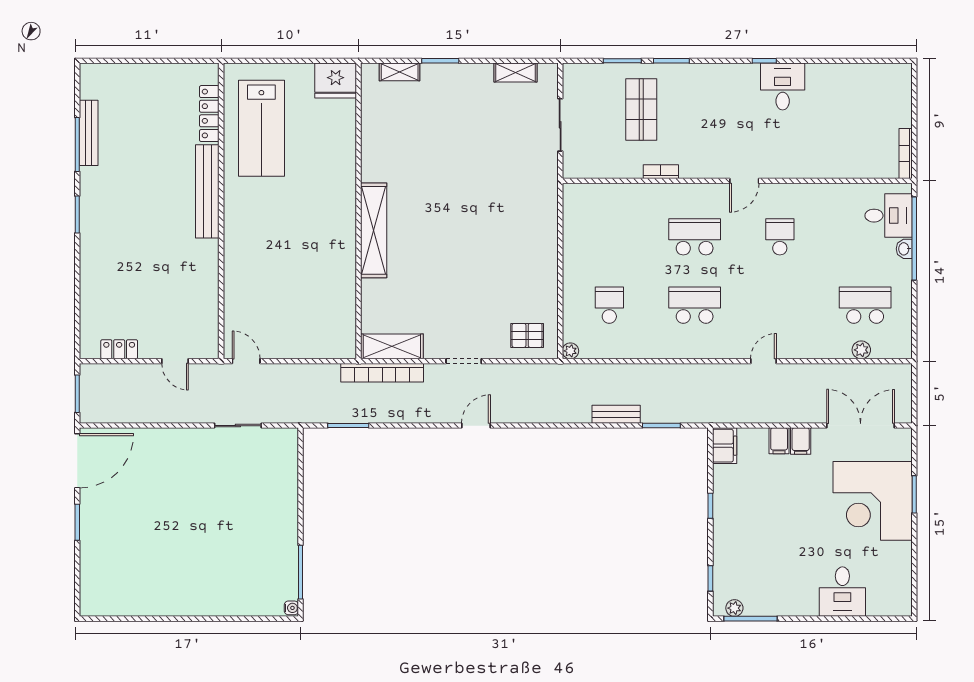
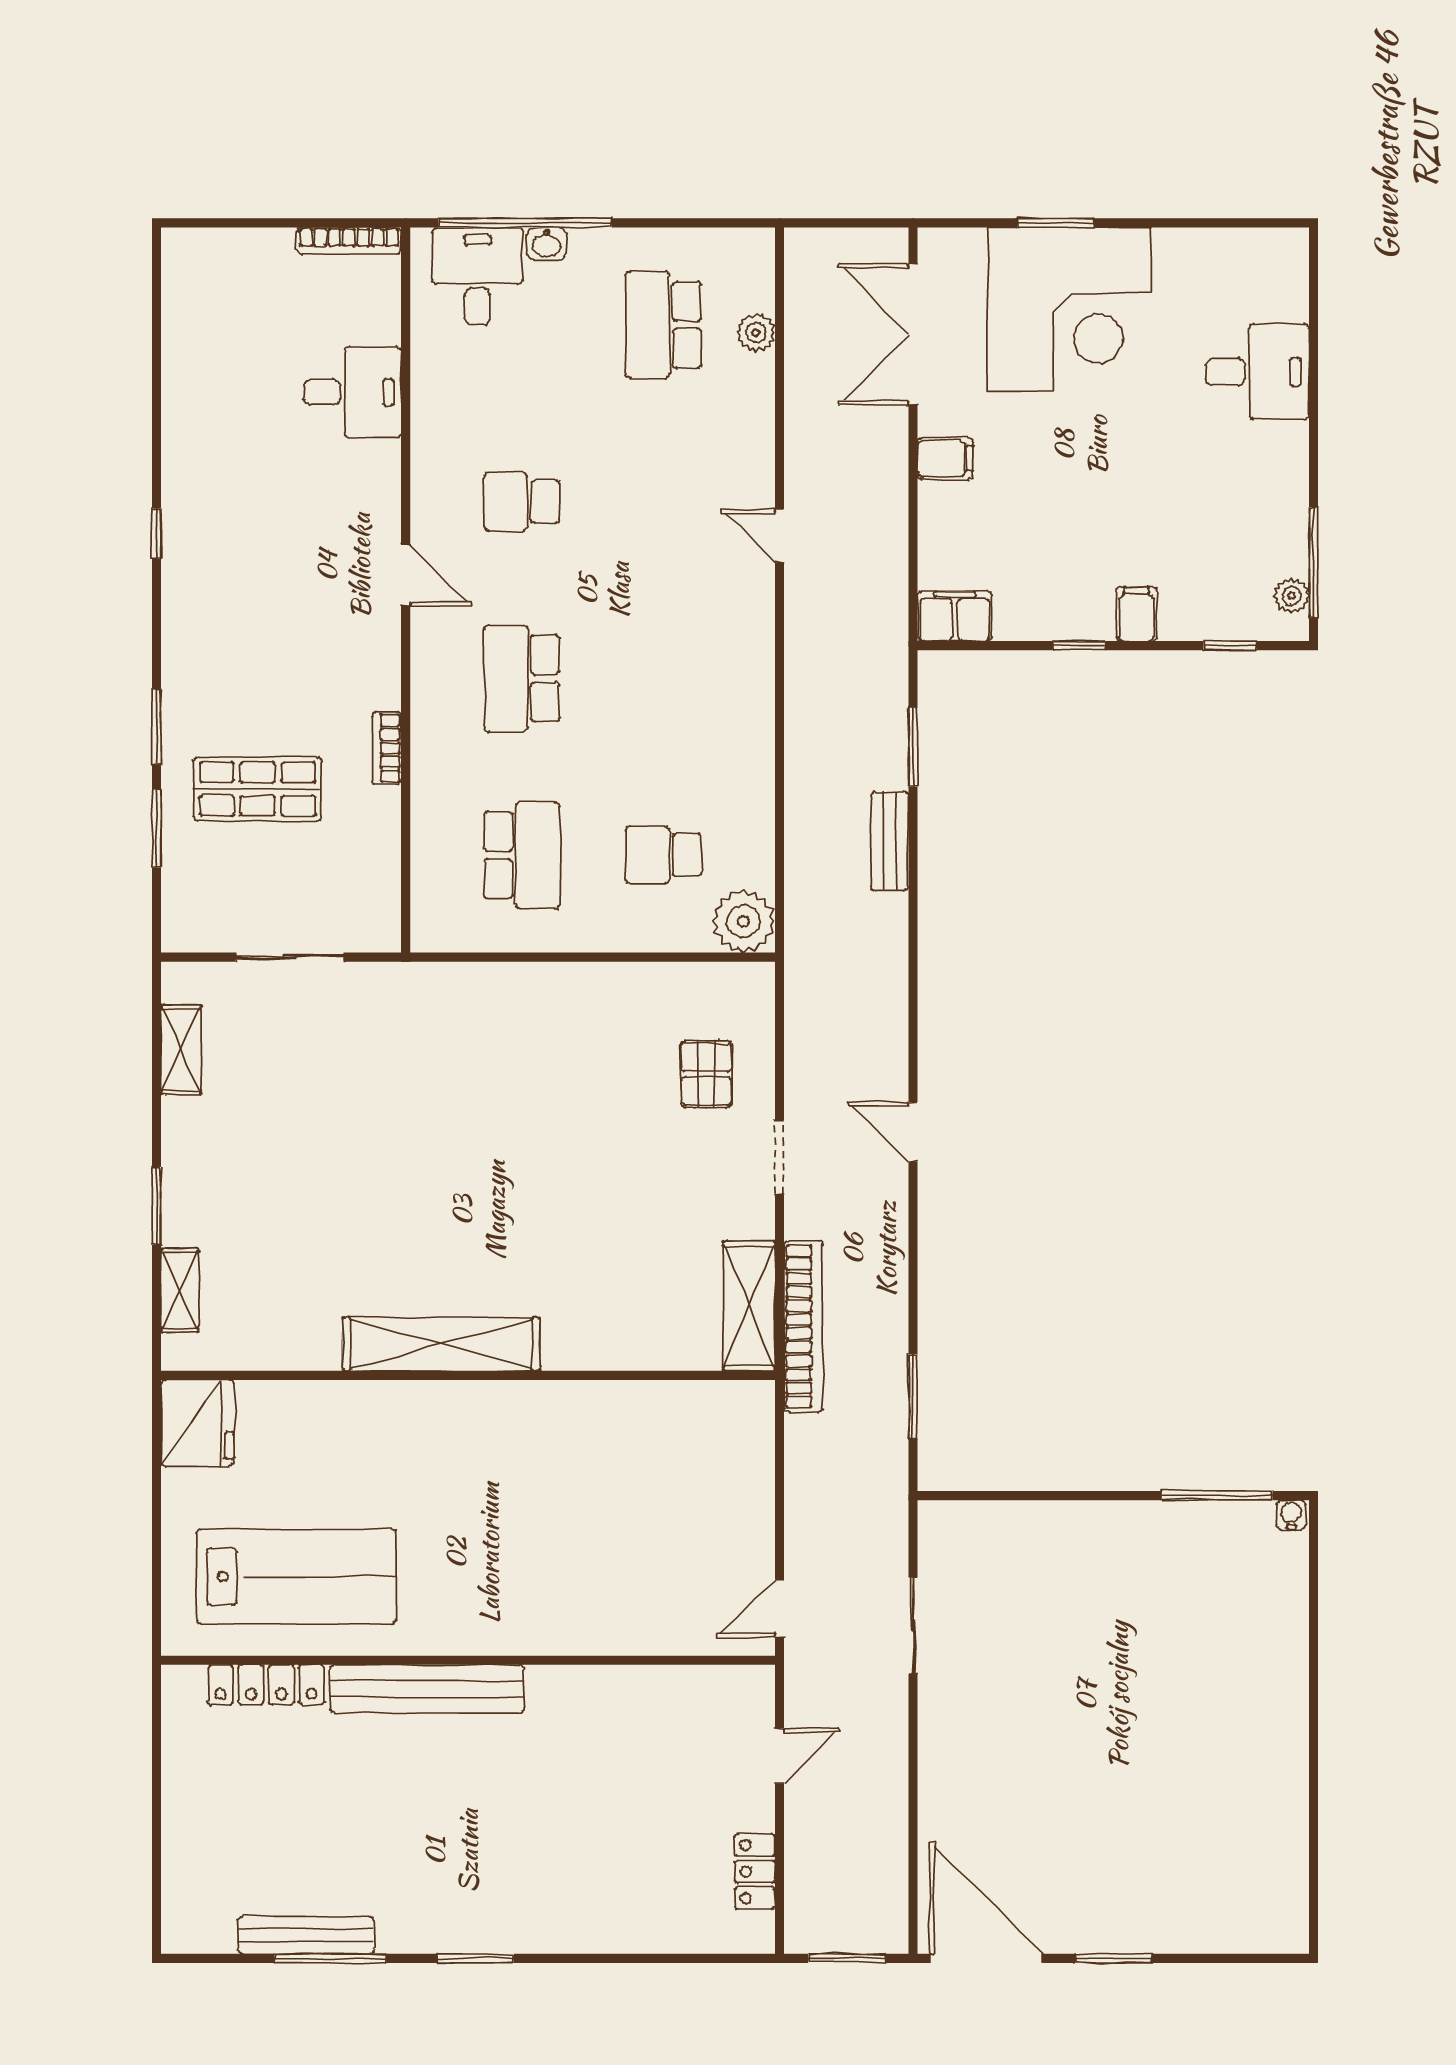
desk: (783, 86) -> (352, 392), moved, turned 180
shelving: (374, 230) -> (441, 1344), moved
school desk: (695, 305) -> (522, 855), moved, turned 180
pallet: (527, 335) -> (706, 1074), moved
plant: (570, 351) -> (744, 921), width x1.88, depth x1.88
filing cabinet: (779, 441) -> (1136, 614), moved, turned -90

